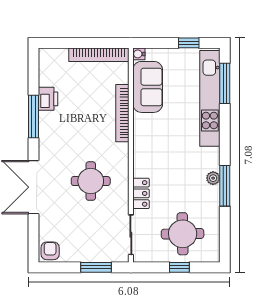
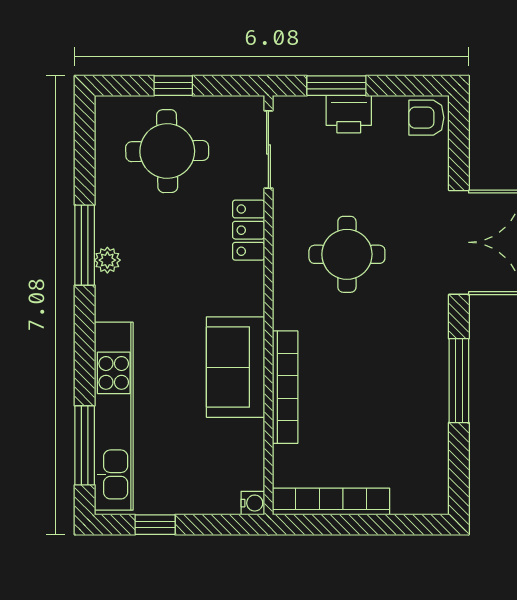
sofa: (148, 87) -> (236, 367), moved
printer: (48, 99) -> (349, 114), moved, turned -90
armchair: (50, 251) -> (426, 118), turned 90

